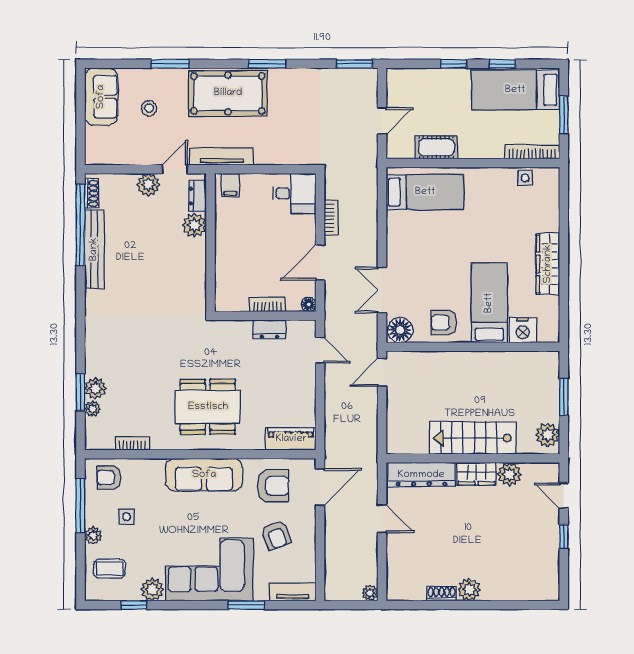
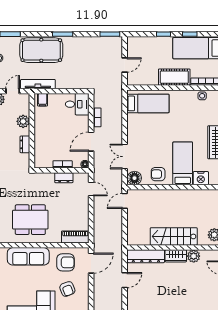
cot: (436, 147) -> (174, 77), moved, width x1.37, depth x1.34
dresser: (198, 196) -> (25, 144), moved
door: (382, 519) -> (125, 280), hinge flipped

